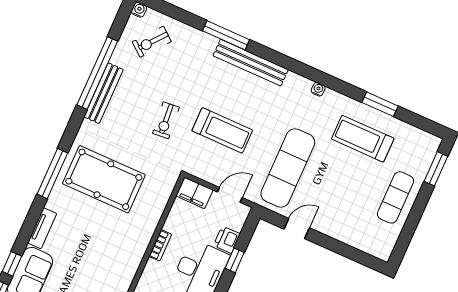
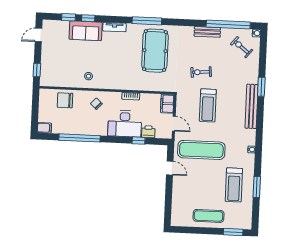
window: (226, 35) -> (261, 87), width x0.69
window: (97, 73) -> (228, 25), moved
bench: (104, 93) -> (207, 32), width x0.73
treadmill: (363, 139) -> (234, 185), turned 180

